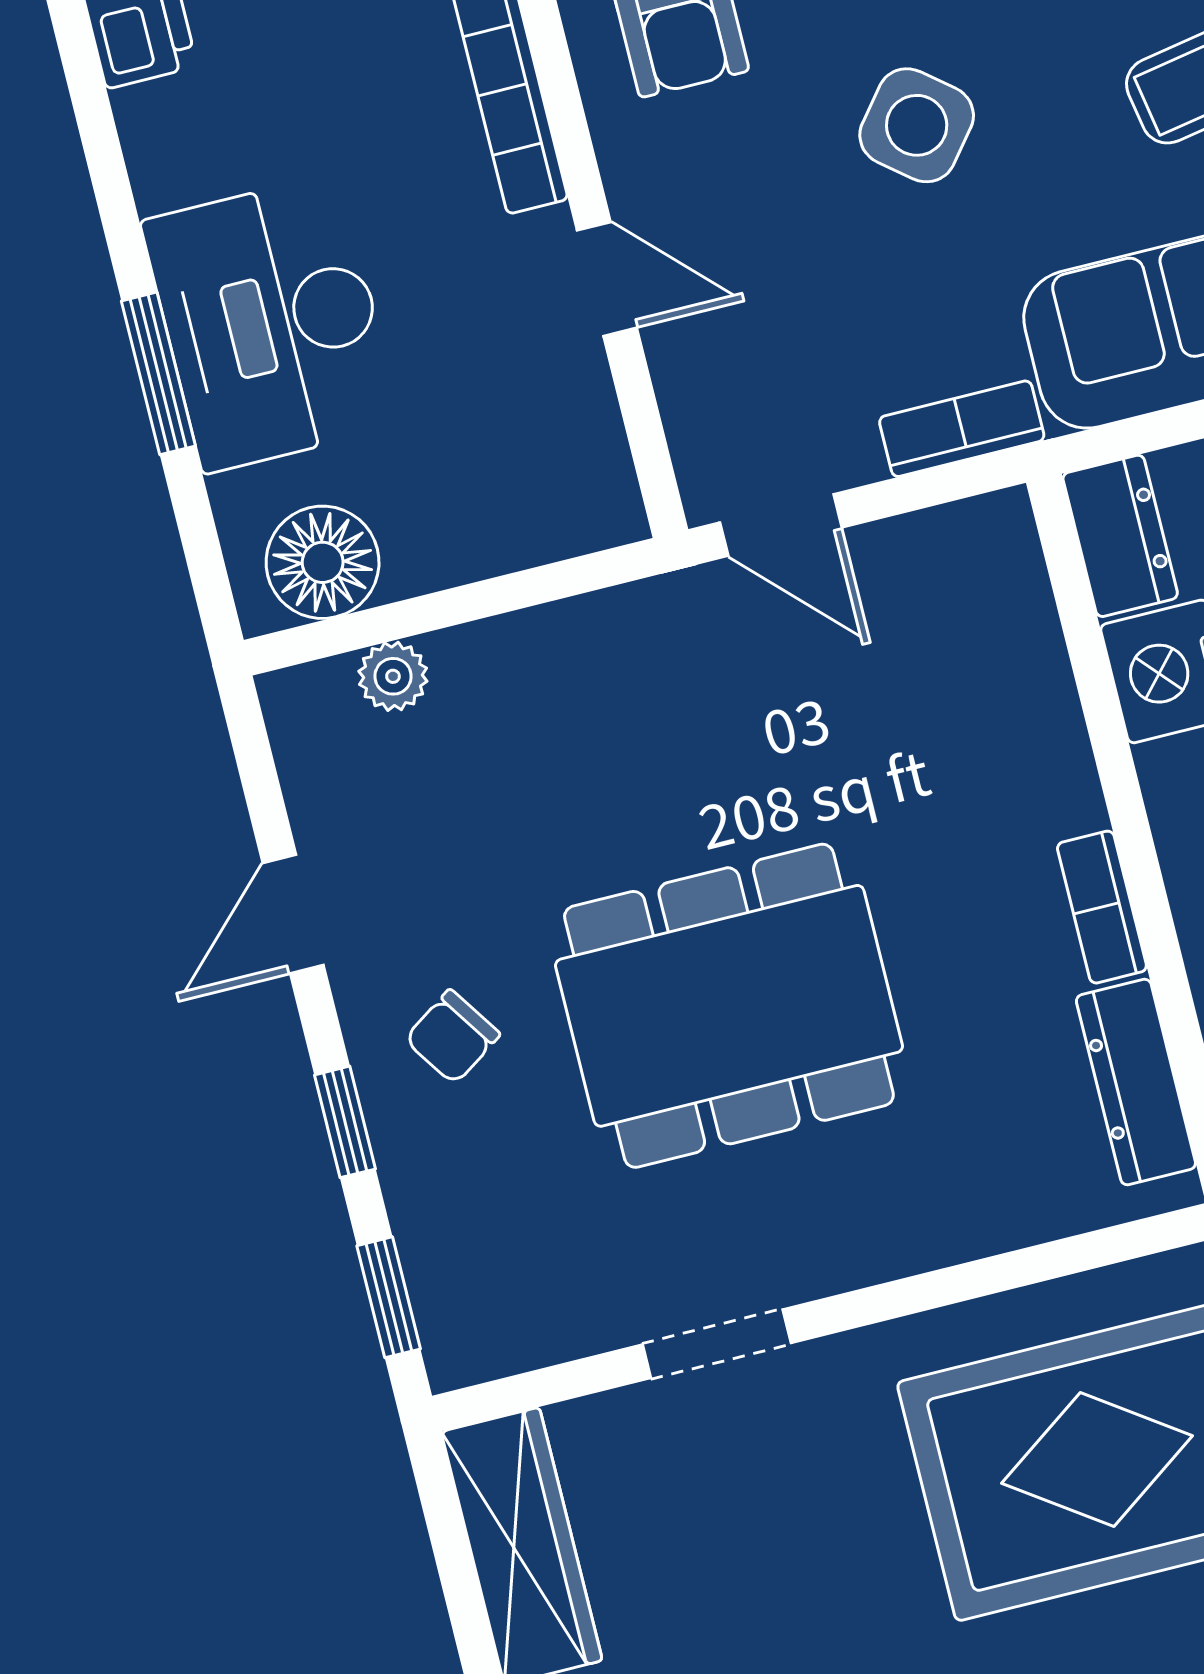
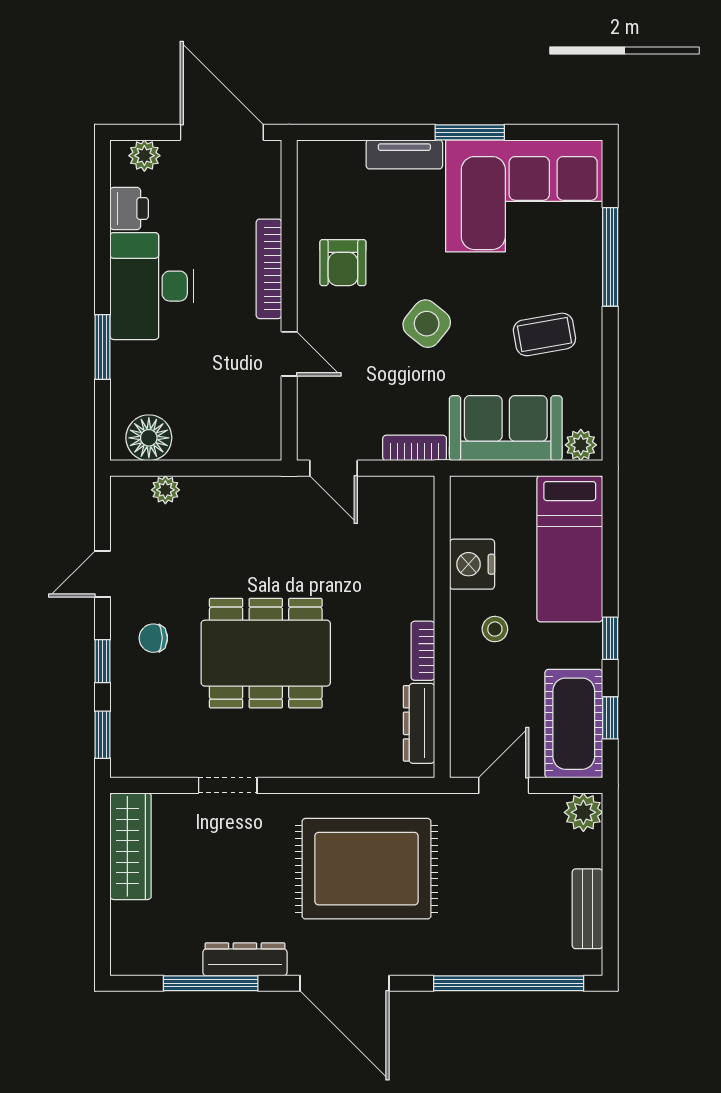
desk: (271, 323) -> (152, 286), moved
dresser: (1120, 536) -> (467, 506), removed
chair: (452, 1037) -> (153, 638), turned 34

